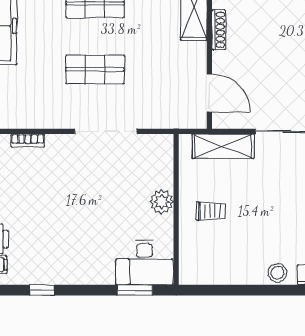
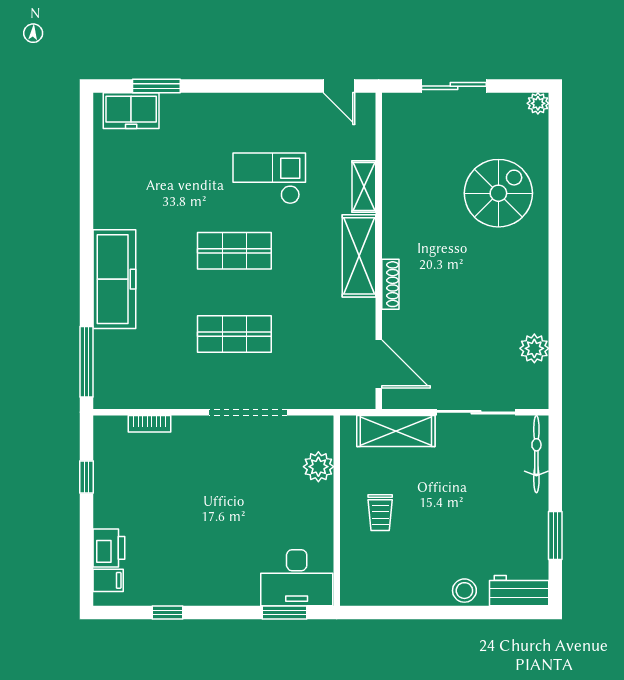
plant: (162, 202) -> (318, 467), moved
trolley: (211, 211) -> (380, 513), turned 90

